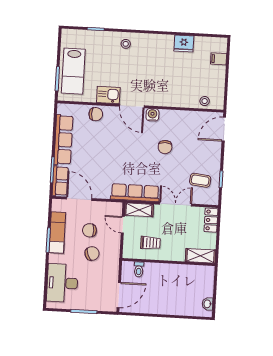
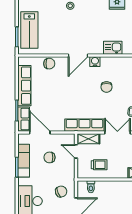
kitchen sink: (108, 95) -> (113, 48), moved
door: (132, 106) -> (78, 55), hinge flipped
chair: (92, 254) -> (61, 192), moved

